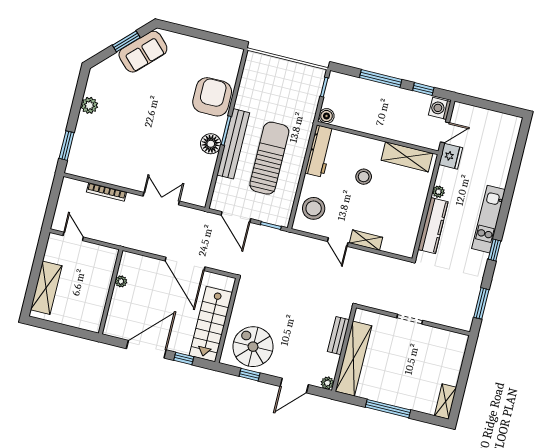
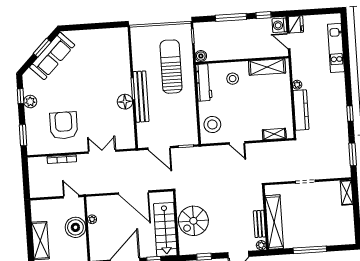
sofa: (143, 52) -> (52, 56), width x1.36
window: (79, 94) -> (20, 96), added
armchair: (212, 97) -> (64, 125), moved
door: (445, 132) -> (289, 41), swing flipped
fridge: (451, 156) -> (296, 24), moved
sun lounger: (269, 158) -> (171, 67), moved
stool: (364, 177) -> (233, 79), moved
kitchen unit: (488, 219) -> (336, 48), moved
door: (73, 236) -> (71, 197), moved
shelving: (366, 240) -> (274, 134), moved
boiler: (97, 285) -> (75, 227), added
bench: (338, 336) -> (259, 224), moved
spiral stairs: (253, 347) -> (193, 221), moved, turned -90
shelving: (445, 402) -> (347, 193), moved

